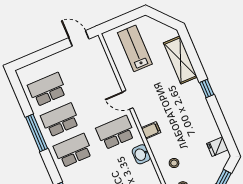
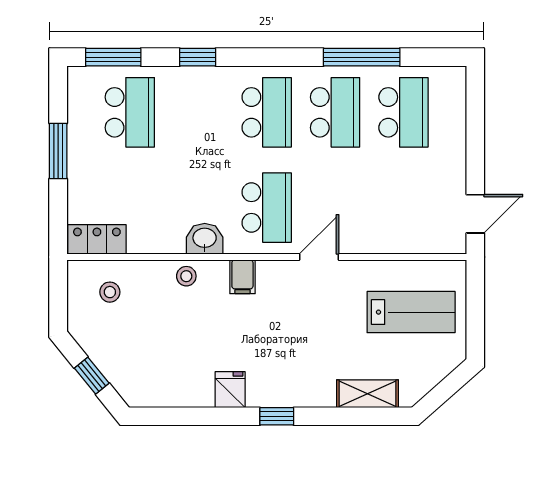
shelving: (180, 60) -> (368, 394), width x0.67, depth x0.75
window: (37, 133) -> (362, 57), moved
fridge: (217, 147) -> (230, 390), moved
stool: (174, 163) -> (186, 276), moved

